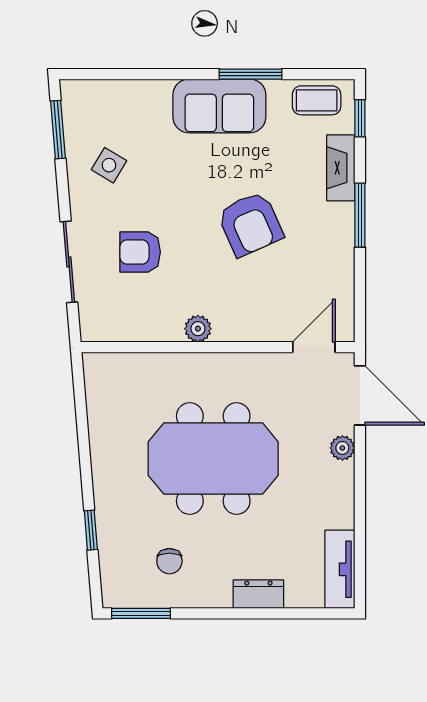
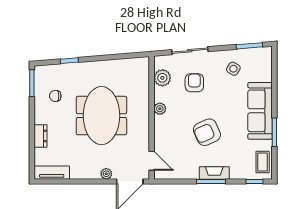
sofa: (219, 106) -> (260, 111), width x1.36
fireplace: (341, 168) -> (214, 173), moved
plant: (129, 323) -> (162, 78), added

